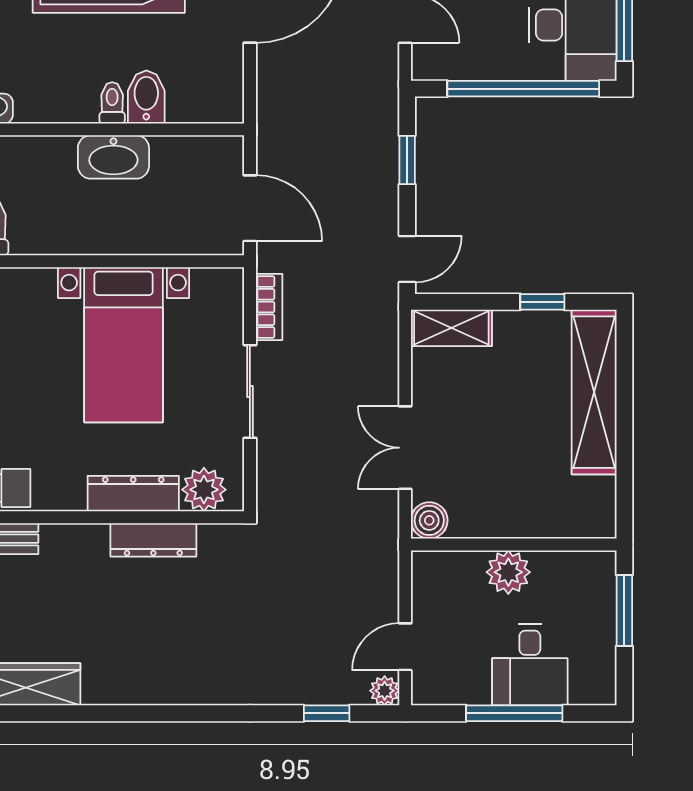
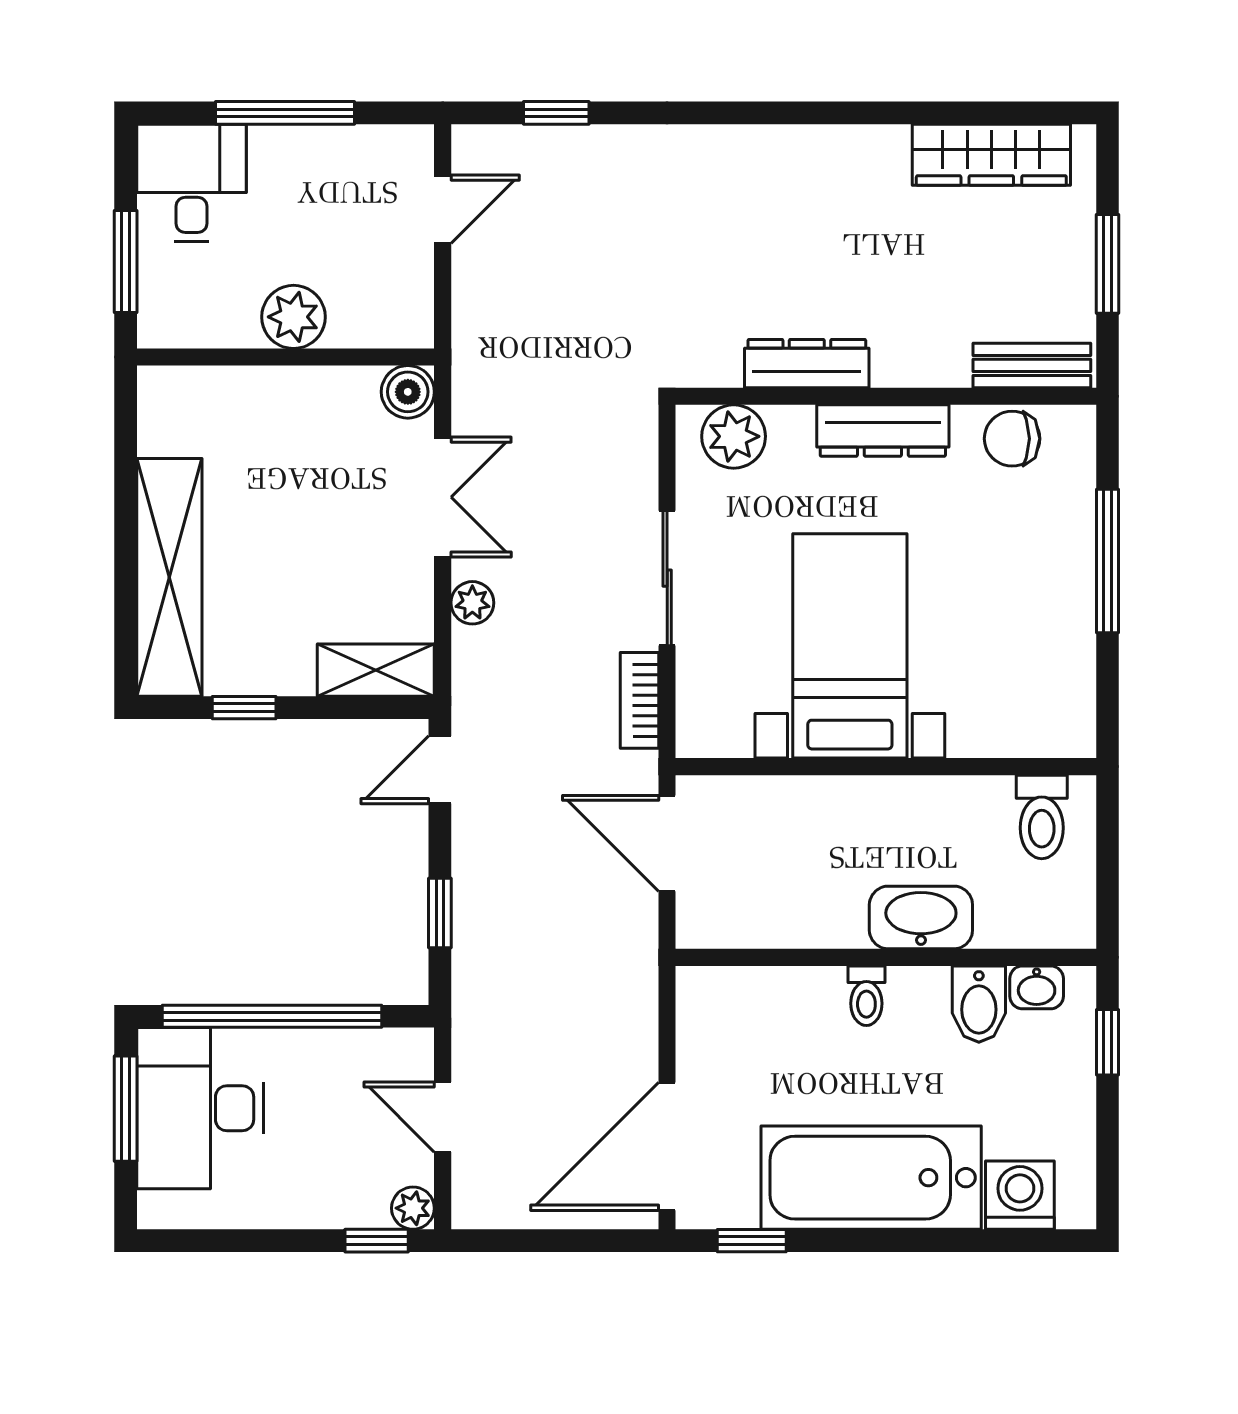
bidet: (146, 97) -> (979, 1004), moved
washbasin: (113, 157) -> (921, 917), moved
dresser: (133, 494) -> (883, 431), moved
desk: (530, 665) -> (191, 183), moved
plant: (385, 691) -> (472, 603), moved

